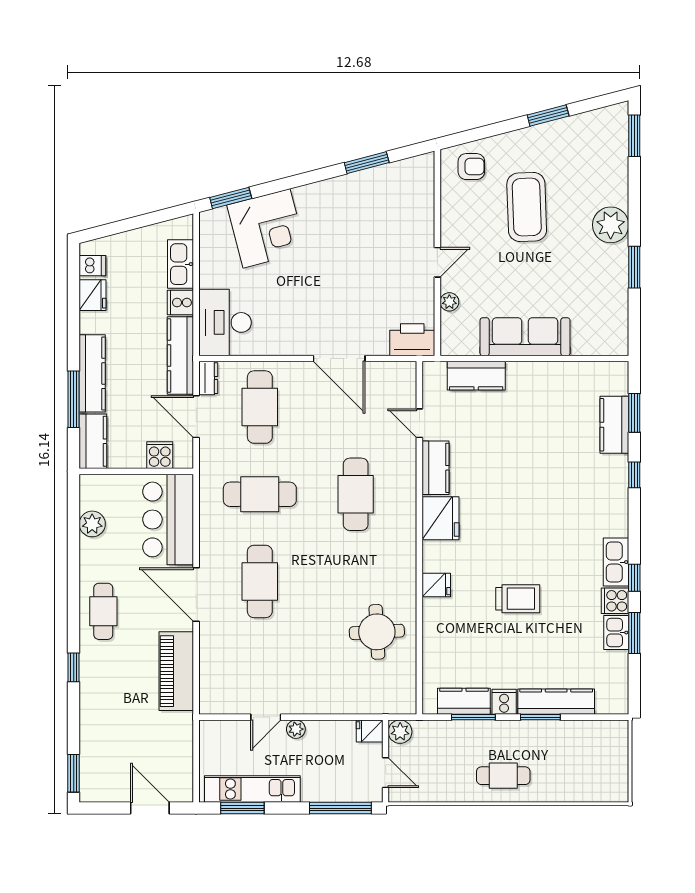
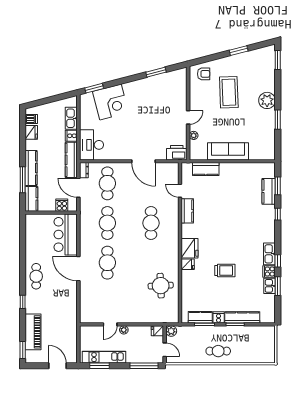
cafe table: (260, 494) -> (107, 223), turned 90
fridge: (440, 518) -> (190, 248), moved
plant: (92, 524) -> (31, 237), removed
piano: (176, 671) -> (33, 332), moved, turned 180

